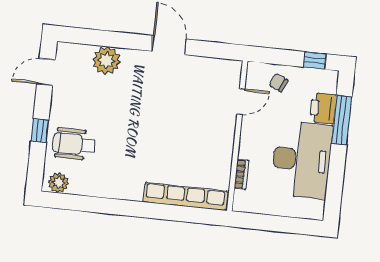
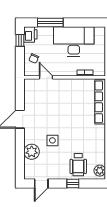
door: (46, 72) -> (41, 184), hinge flipped
side table: (123, 101) -> (52, 140), added
printer: (323, 108) -> (30, 34), moved, turned -90

